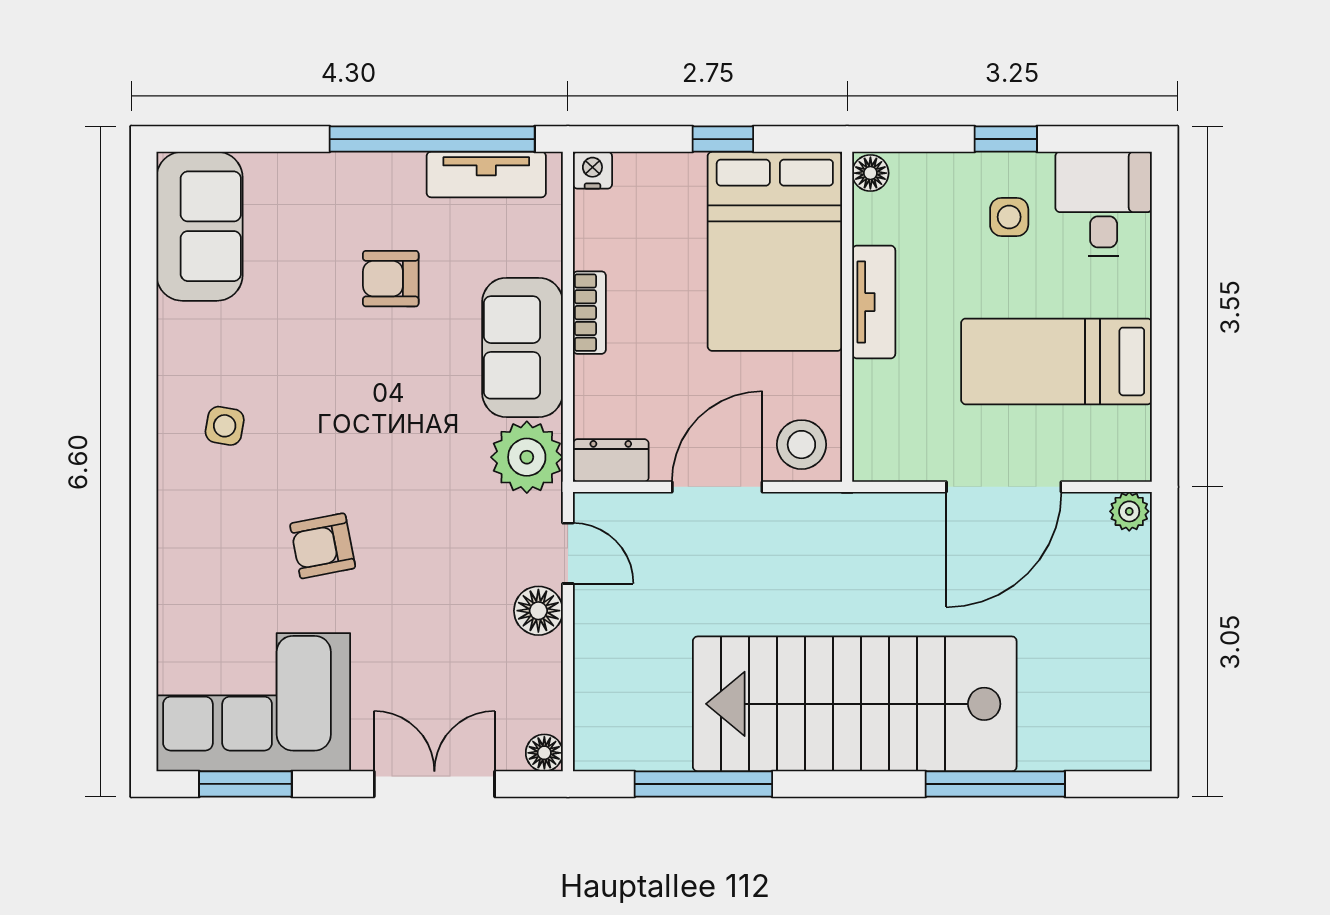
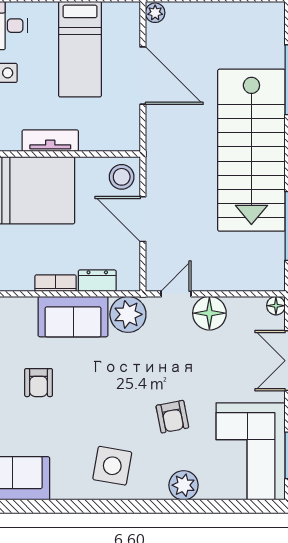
side table: (225, 426) -> (112, 466), width x1.87, depth x1.87
dresser: (611, 460) -> (97, 281), moved, turned 90
plant: (186, 568) -> (184, 485), added
floor lamp: (538, 611) -> (209, 313), width x1.38, depth x1.38

